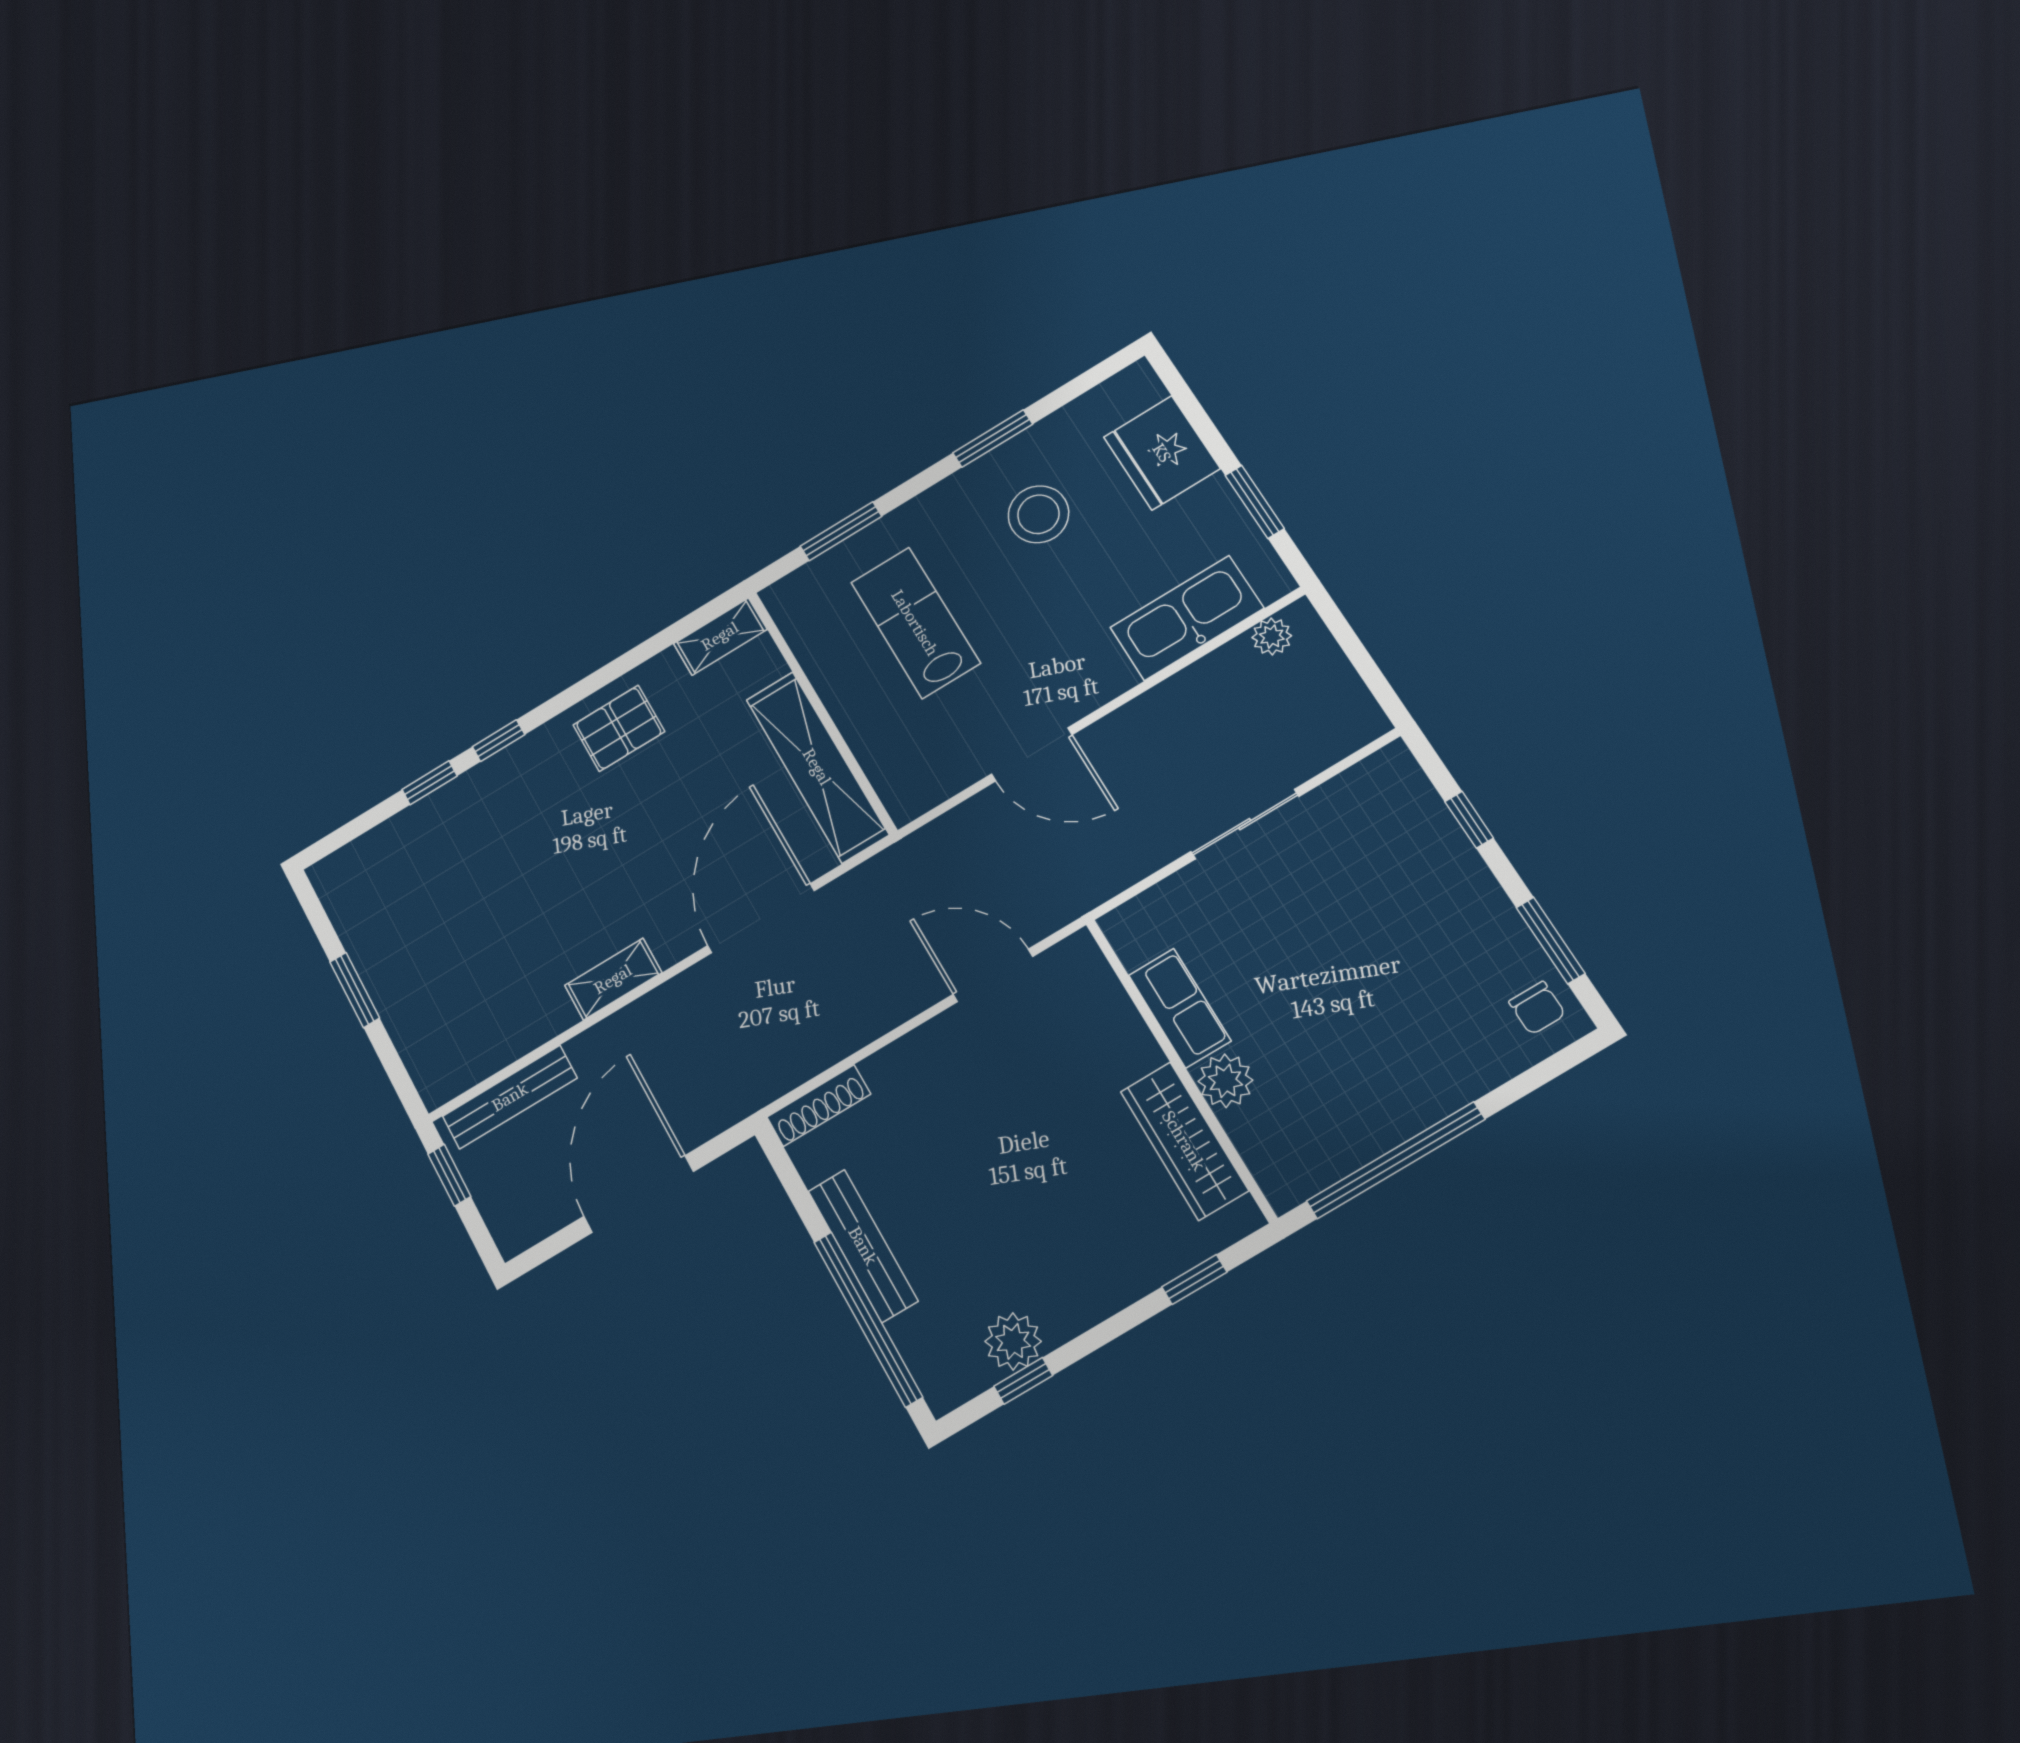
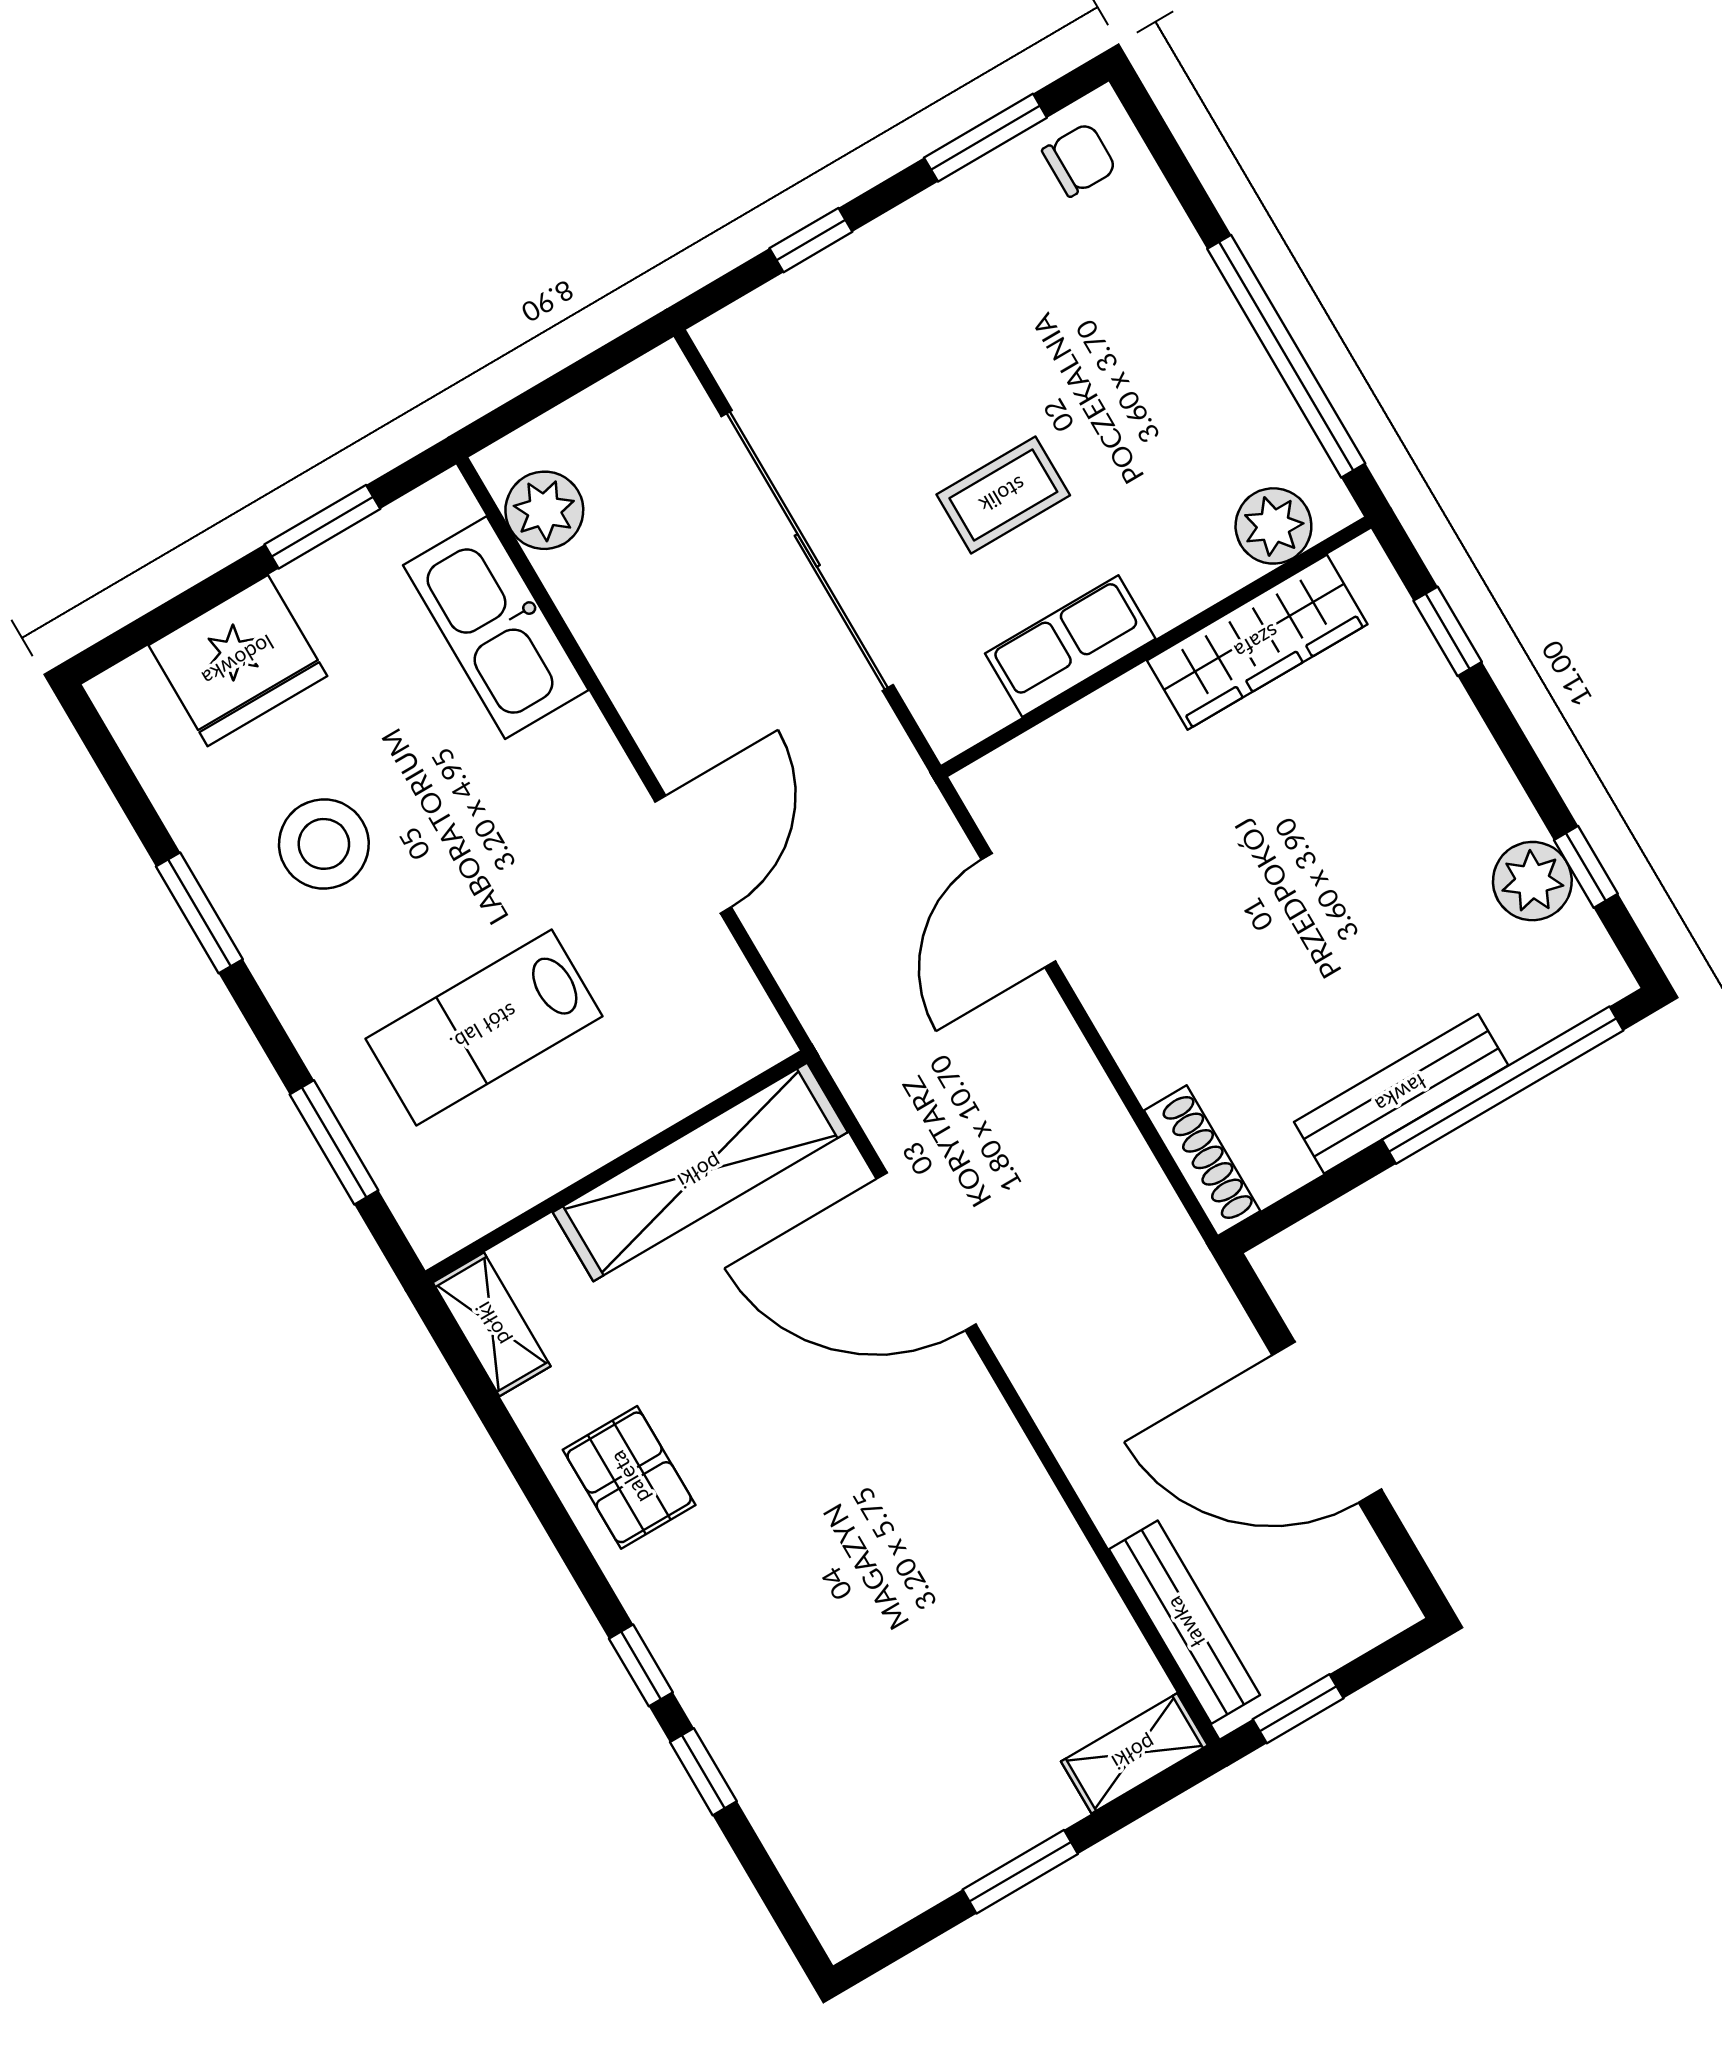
plant: (1272, 637) -> (544, 510), width x1.38, depth x1.38
sliding door: (1245, 824) -> (807, 550), width x1.86
coffee table: (1288, 959) -> (1003, 495), added
shelving: (613, 979) -> (1134, 1753), moved, turned 90
plant: (1225, 1081) -> (1273, 526), moved

